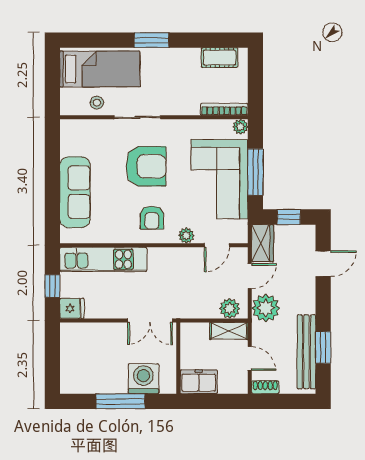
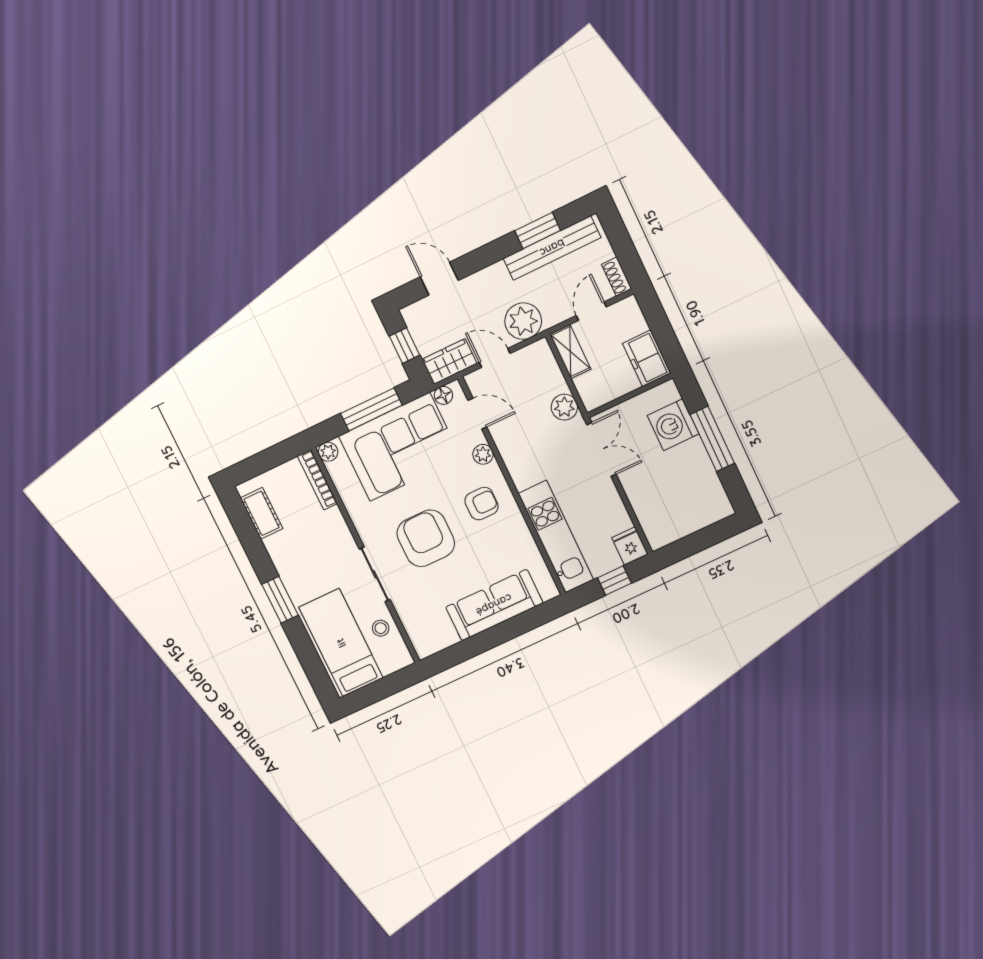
floor lamp: (241, 228) -> (443, 395), added
plant: (230, 308) -> (564, 407), moved

